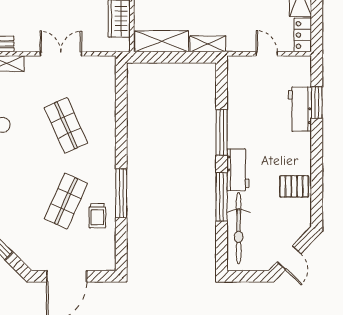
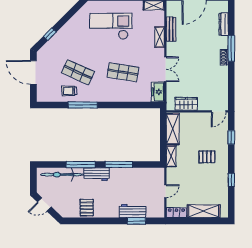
freezer: (99, 66) -> (158, 92), added
shop shelf: (66, 125) -> (123, 72), turned 33

